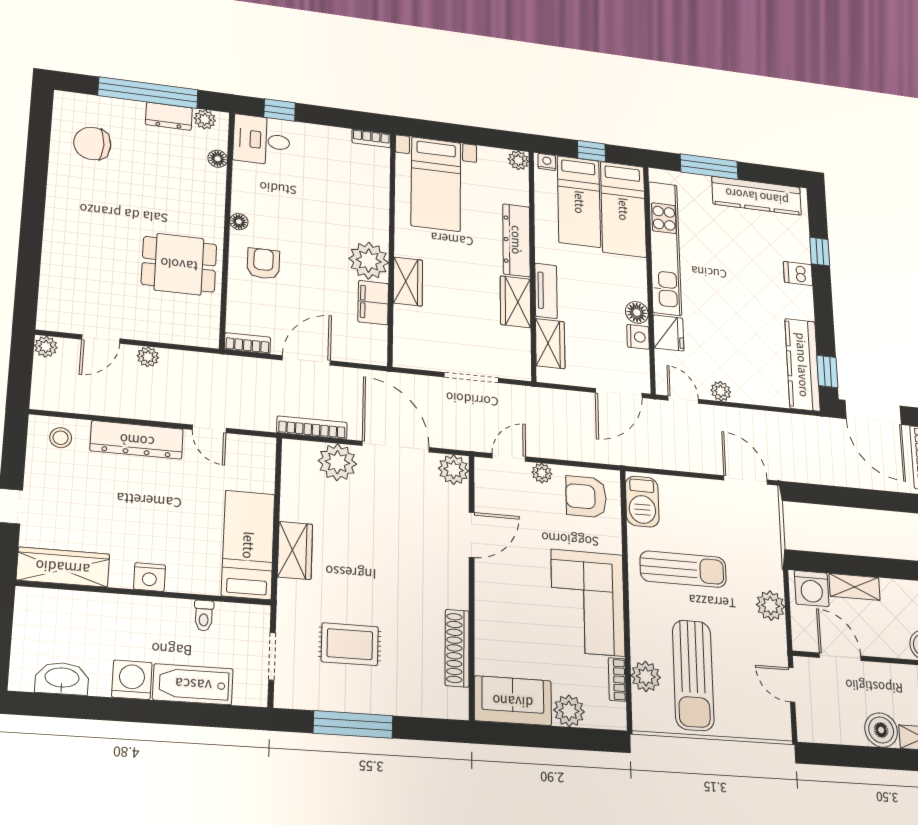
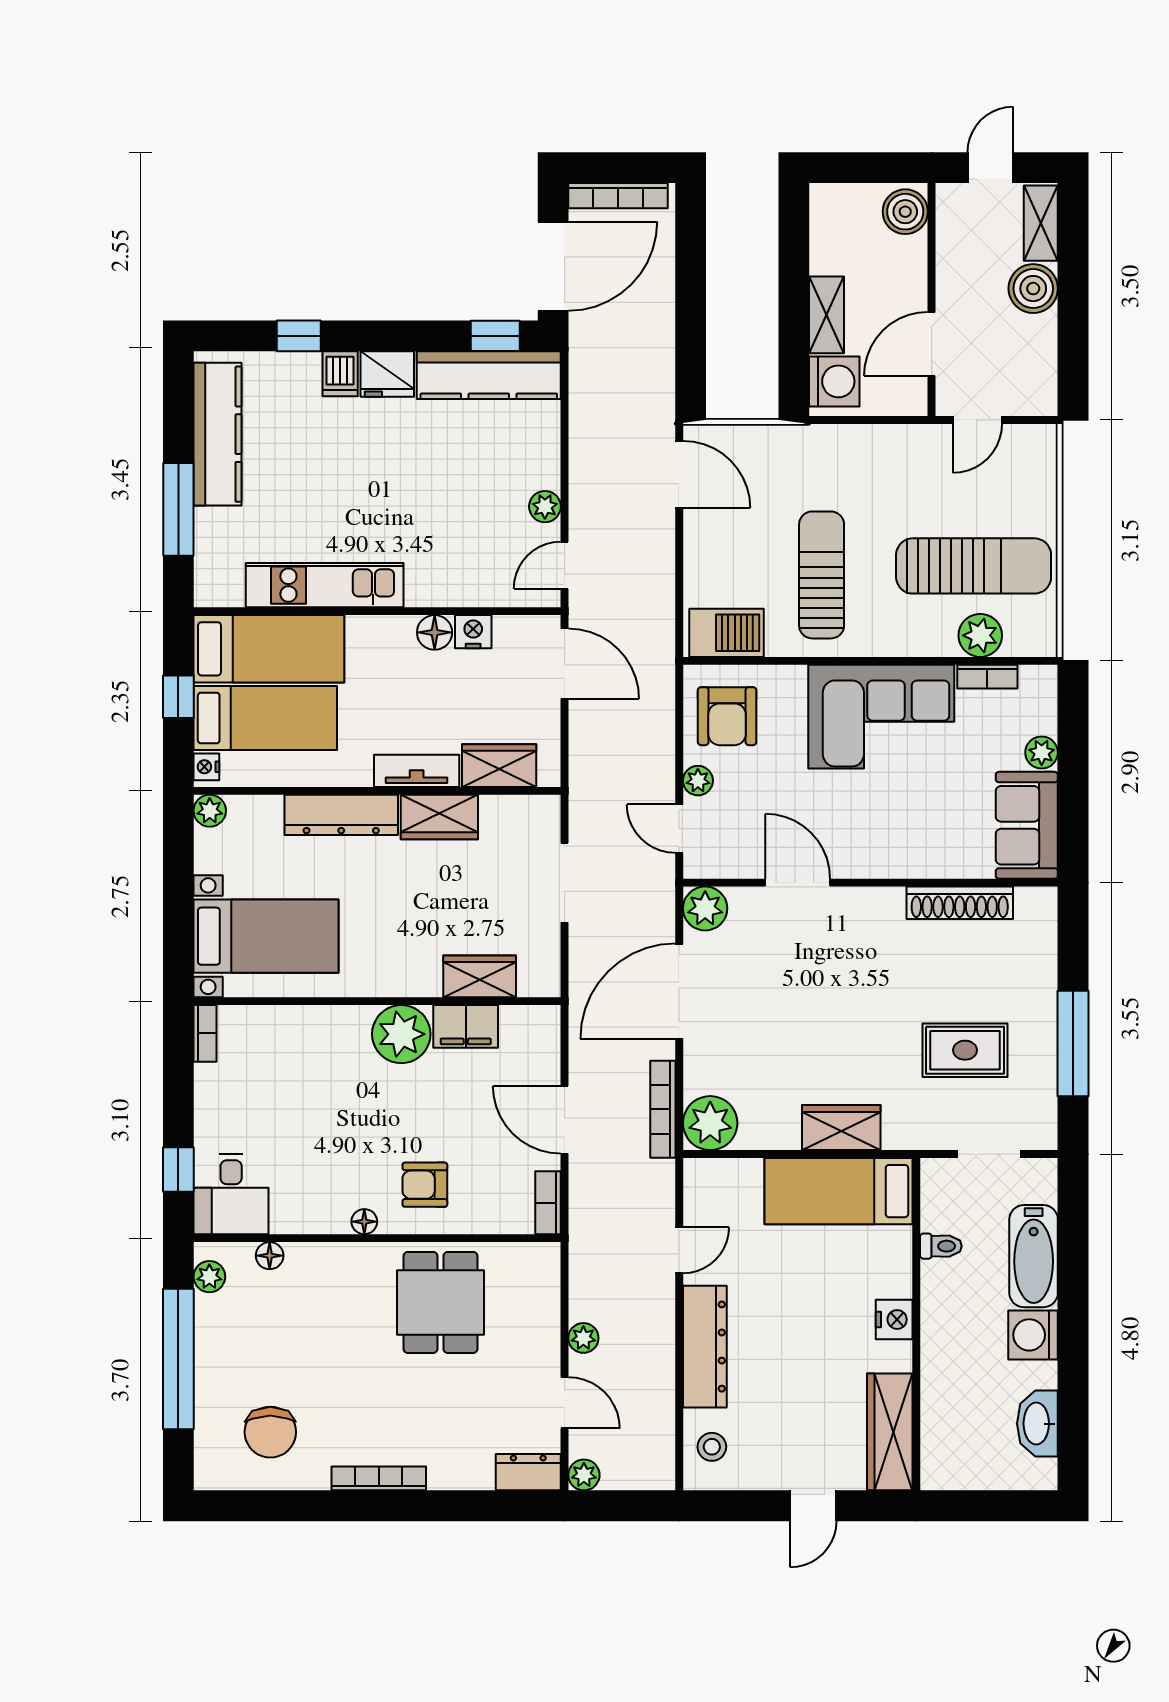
dresser: (169, 116) -> (528, 1472), moved, turned -90
bookcase: (54, 209) -> (379, 1478), added
kitchen unit: (665, 248) -> (325, 585), width x0.73
wardrobe: (408, 282) -> (480, 976), moved
fridge: (668, 333) -> (387, 374), moved, turned 180
plant: (337, 462) -> (710, 1123), moved
door: (746, 480) -> (679, 474), swing flipped
plant: (771, 606) -> (865, 446), removed
rug: (350, 644) -> (965, 1050), turned 90
plant: (569, 711) -> (1042, 753), width x0.73, depth x0.73

